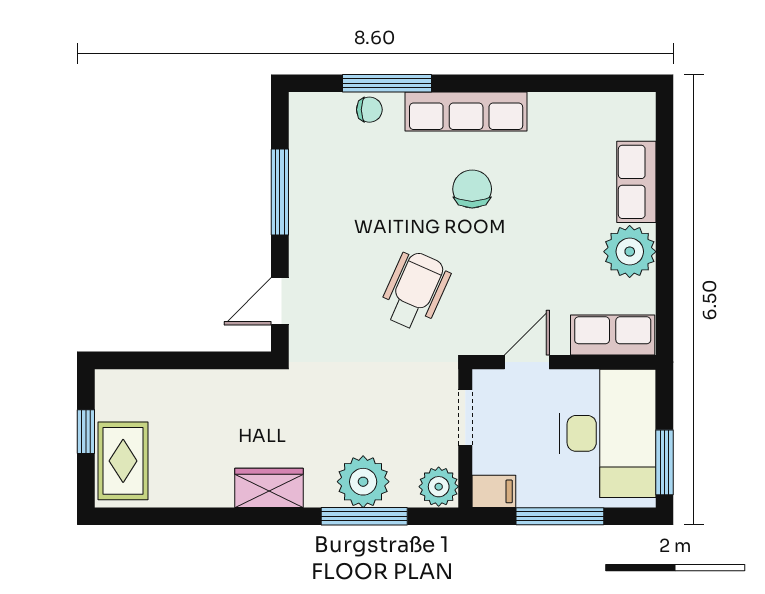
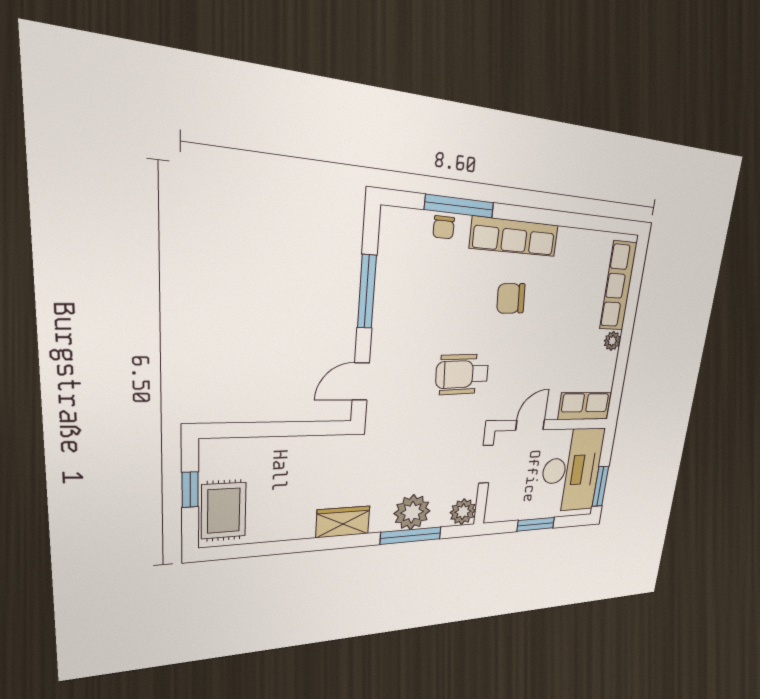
chair: (369, 110) -> (444, 227), turned 90
row of seats: (636, 182) -> (618, 286), width x1.48
chair: (472, 189) -> (511, 298), turned -94
plant: (630, 252) -> (612, 341), width x0.53, depth x0.53
wheelchair: (415, 291) -> (462, 374), turned -117
filing cabinet: (494, 491) -> (498, 512), removed
window: (560, 516) -> (536, 524), width x0.69

